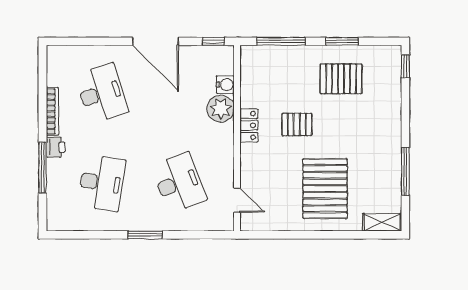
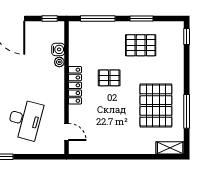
plant: (221, 109) -> (59, 62), width x0.53, depth x0.53
locker: (249, 125) -> (75, 85), width x1.53
desk: (179, 183) -> (25, 120), turned 36
pallet: (325, 189) -> (156, 106), moved

